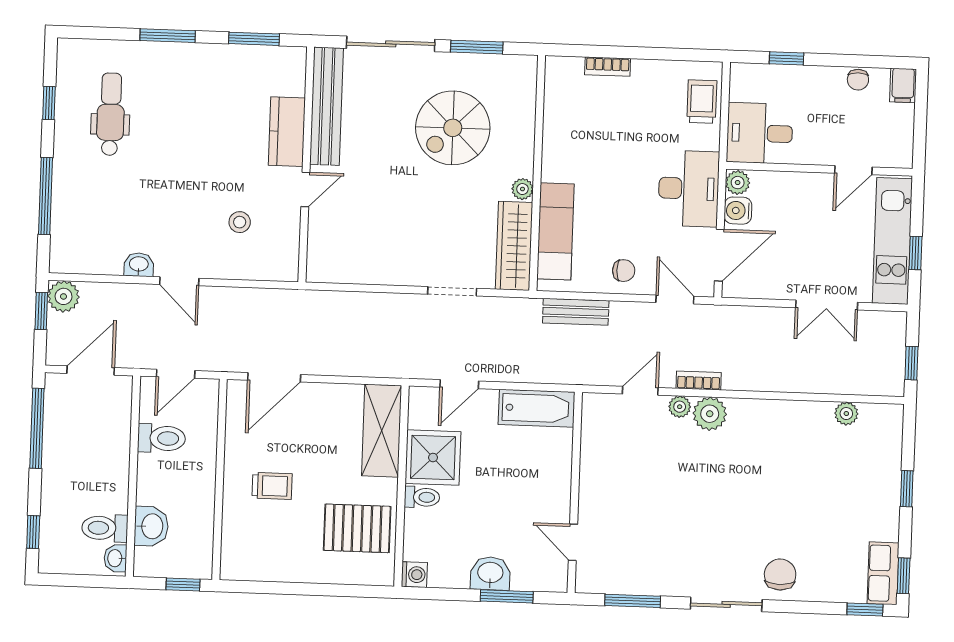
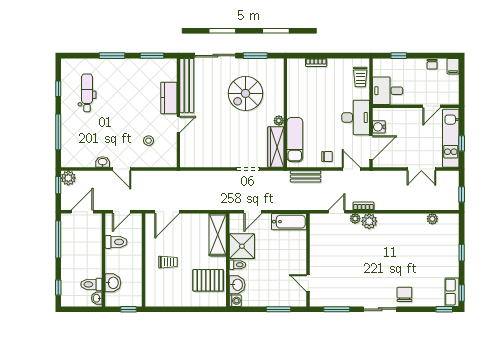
trolley: (702, 102) -> (360, 77), turned 180
plant: (738, 183) -> (378, 114), removed
washbasin: (490, 573) -> (237, 285), moved, turned 90

